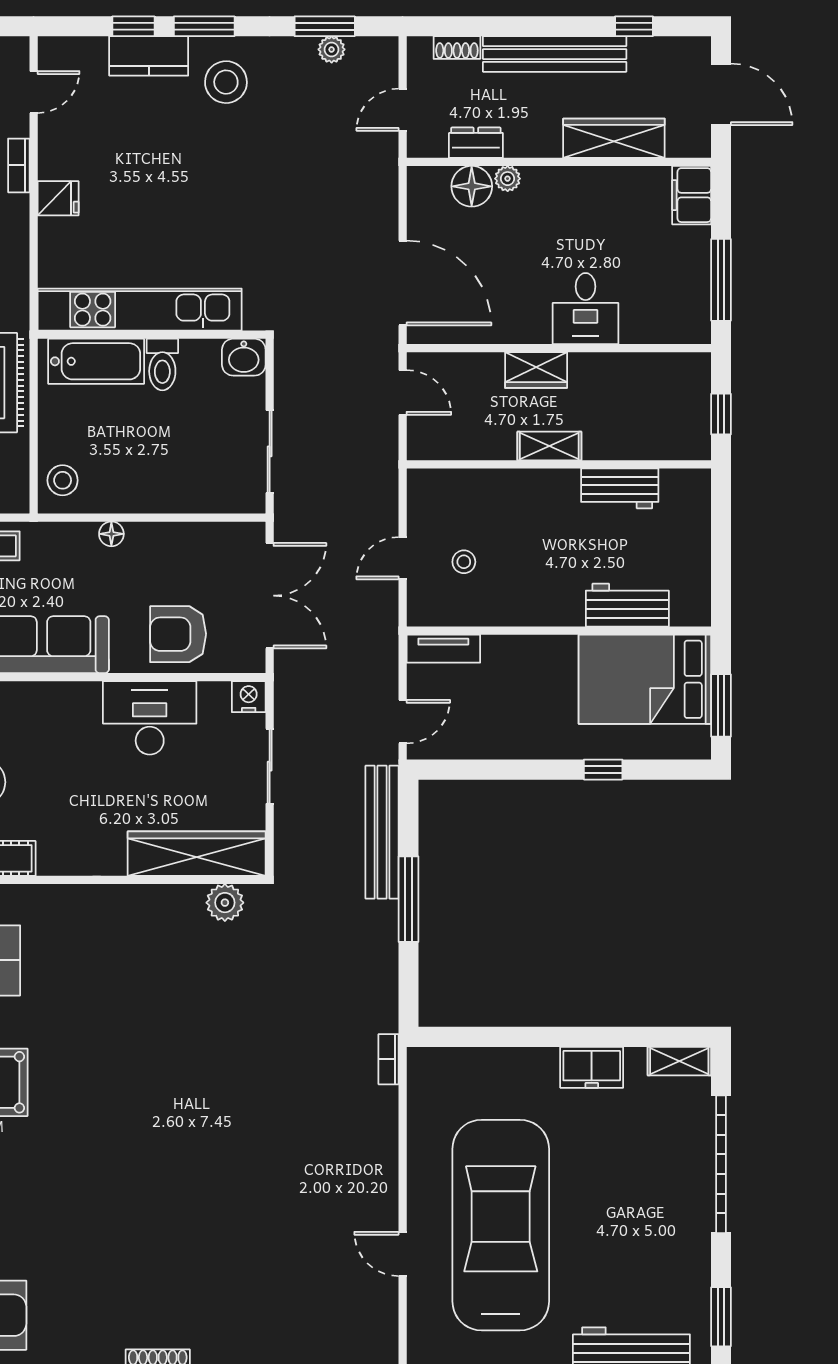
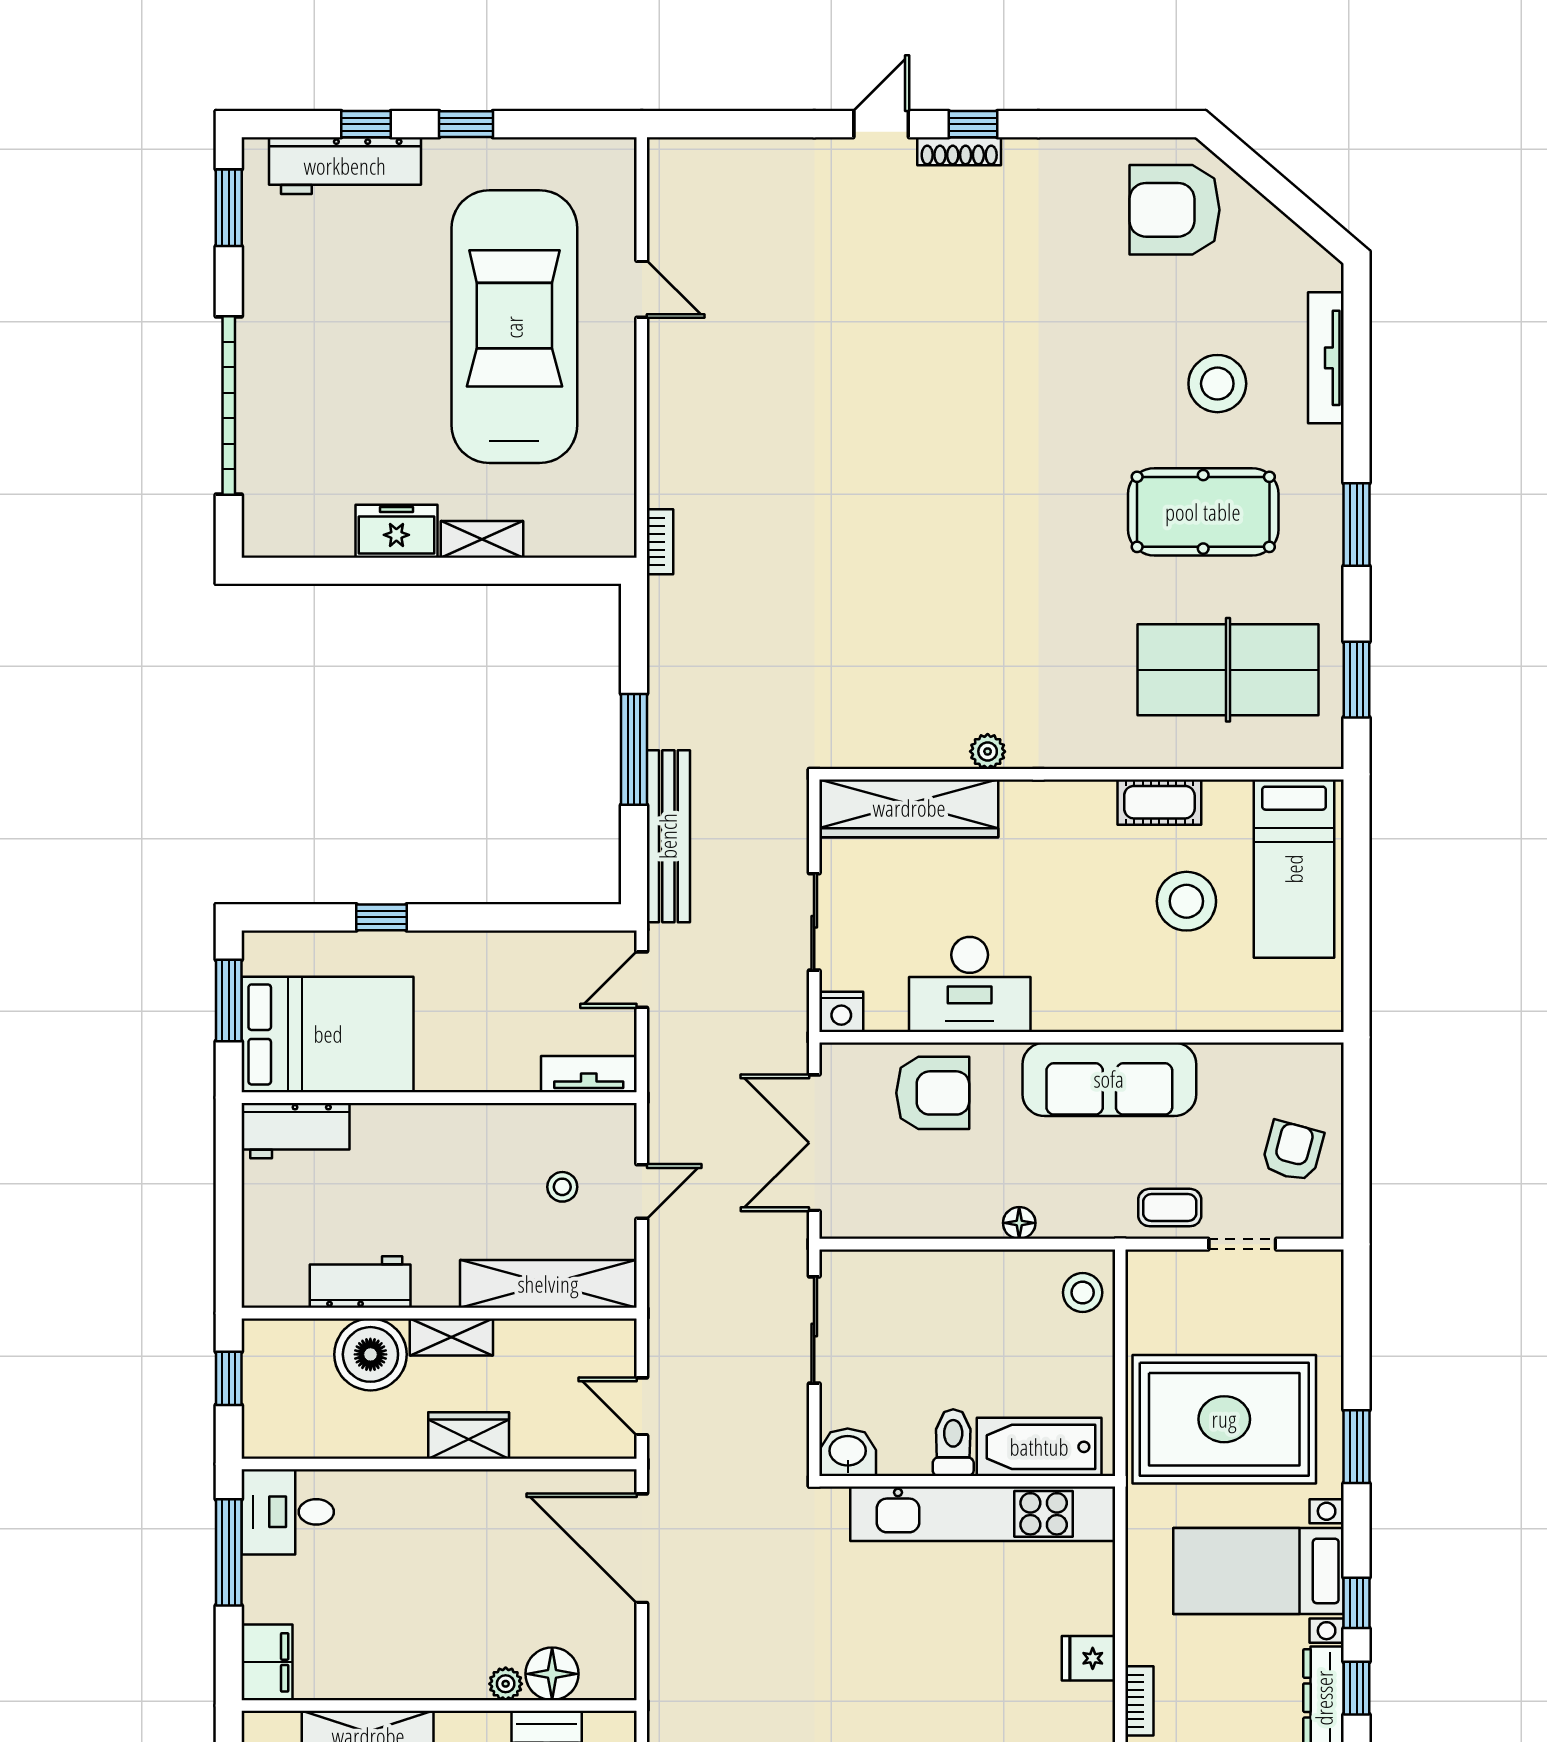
desk: (586, 309) -> (288, 1512), moved, turned -90
boiler: (612, 433) -> (370, 1354), added
shelving: (475, 487) -> (548, 1284), added
workbench: (627, 605) -> (296, 1131), moved
plant: (225, 903) -> (988, 751), moved, width x0.73, depth x0.73
shelving: (679, 1061) -> (482, 539), moved
car: (501, 1225) -> (514, 327), turned 180

